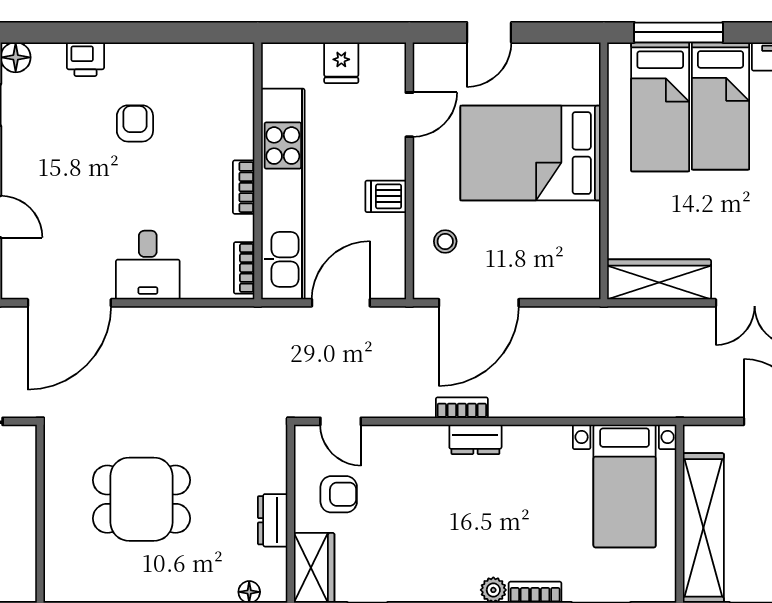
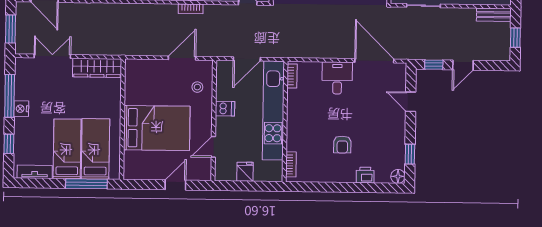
bookcase: (244, 187) -> (291, 164), moved
door: (69, 303) -> (374, 61), hinge flipped
door: (479, 303) -> (182, 58), width x0.73

